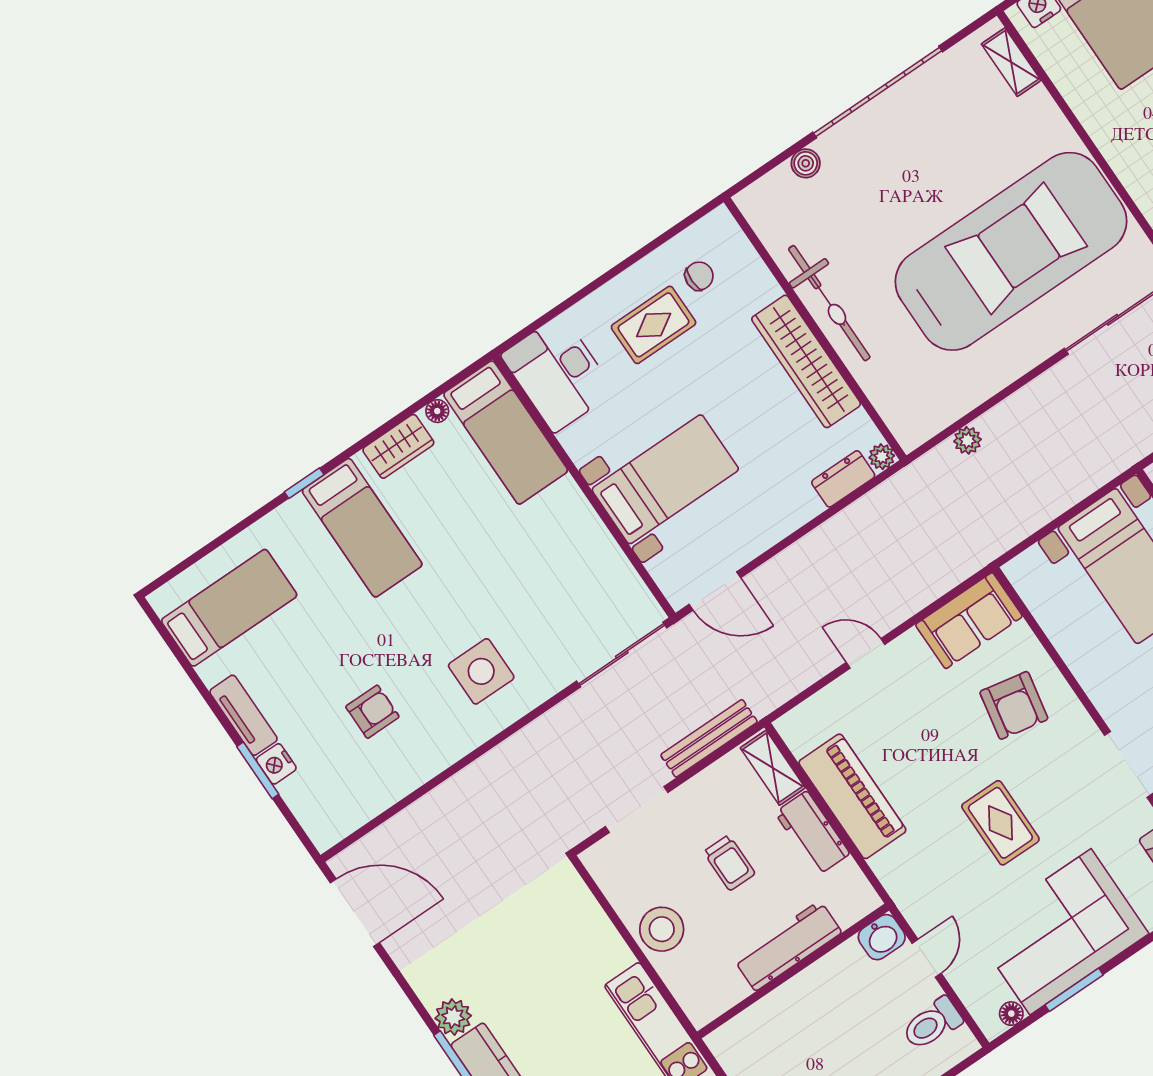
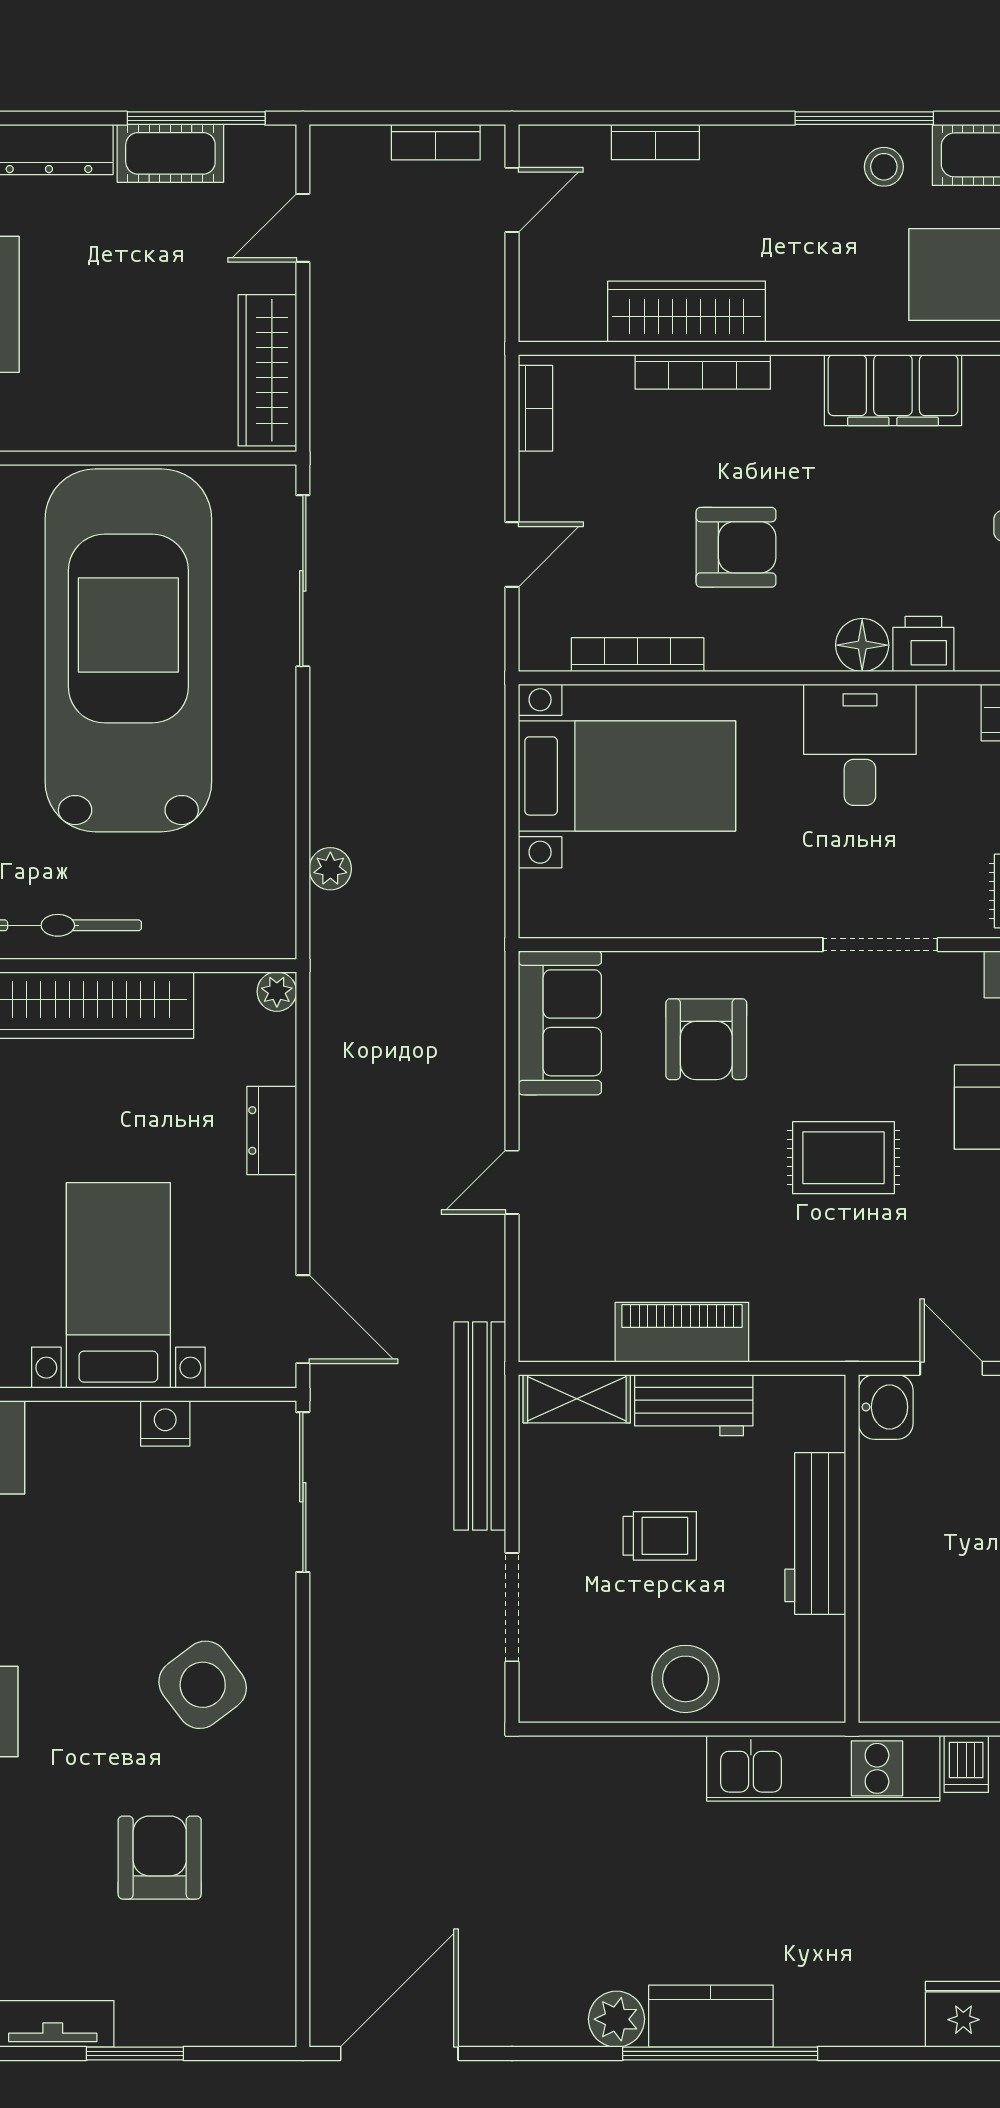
dresser: (843, 479) -> (272, 1130), moved
door: (715, 591) -> (303, 1319), hinge flipped
side table: (481, 671) -> (203, 1685), turned -37
armchair: (1014, 705) -> (706, 1039), turned 79
armchair: (372, 712) -> (160, 1858), width x1.38, depth x1.38
bench: (709, 738) -> (480, 1426), width x1.37, depth x1.21
nightstand: (276, 764) -> (165, 1423), moved, turned 180
piano: (852, 796) -> (682, 1332), width x0.73, depth x0.75

